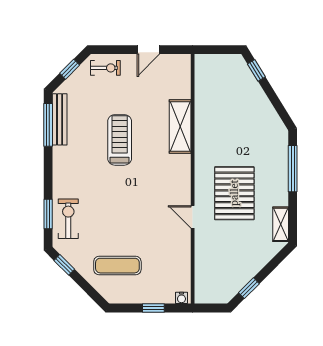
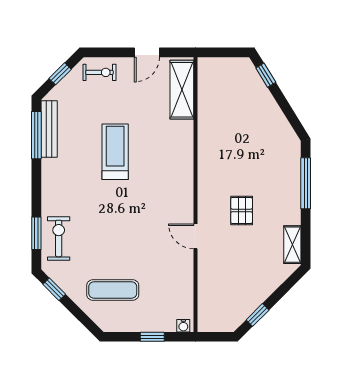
shelving: (180, 127) -> (182, 90), moved
pallet: (234, 193) -> (242, 210), width x0.49, depth x0.50

